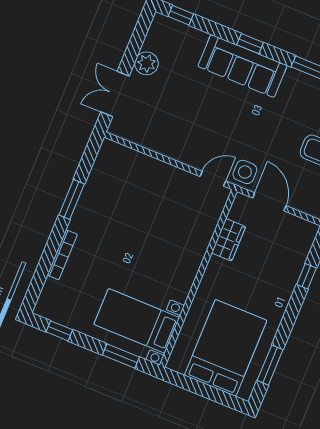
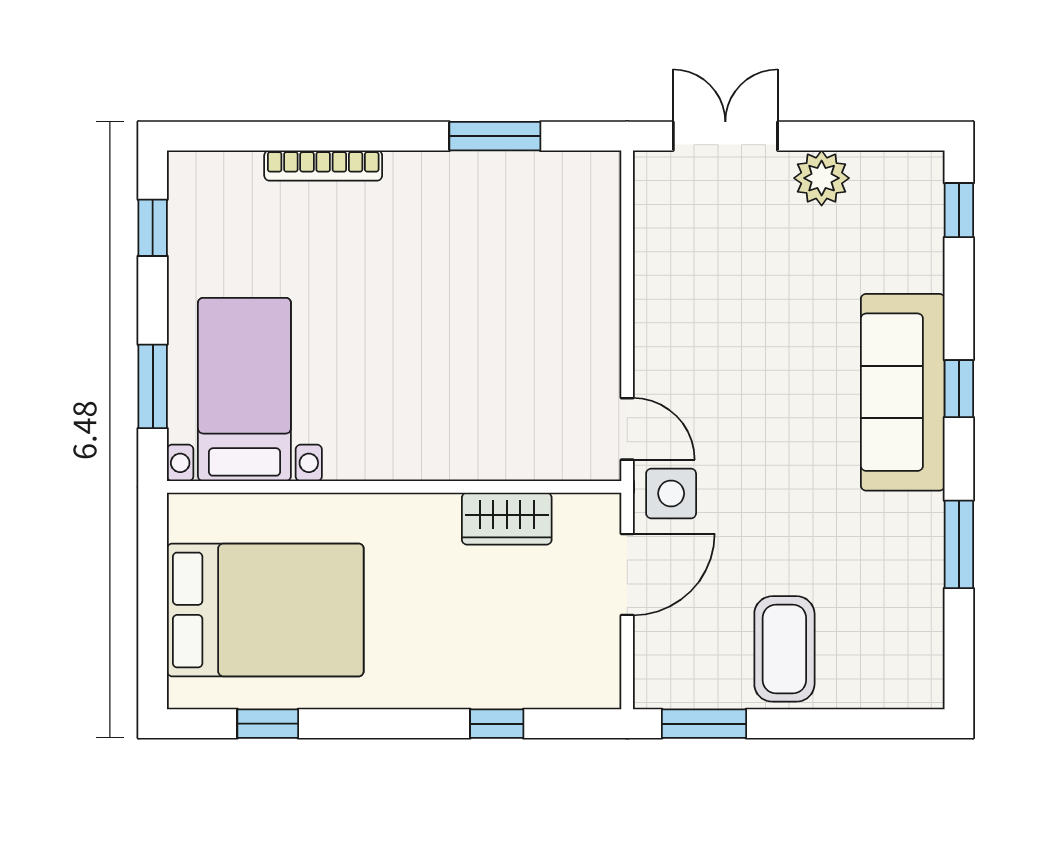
window: (72, 199) -> (495, 136), moved
window: (270, 365) -> (268, 724), width x0.67

